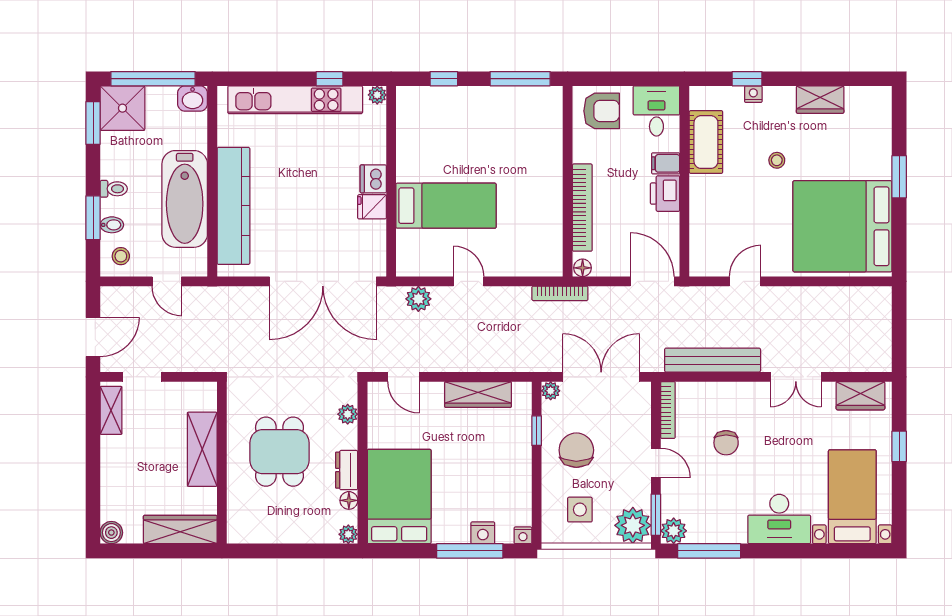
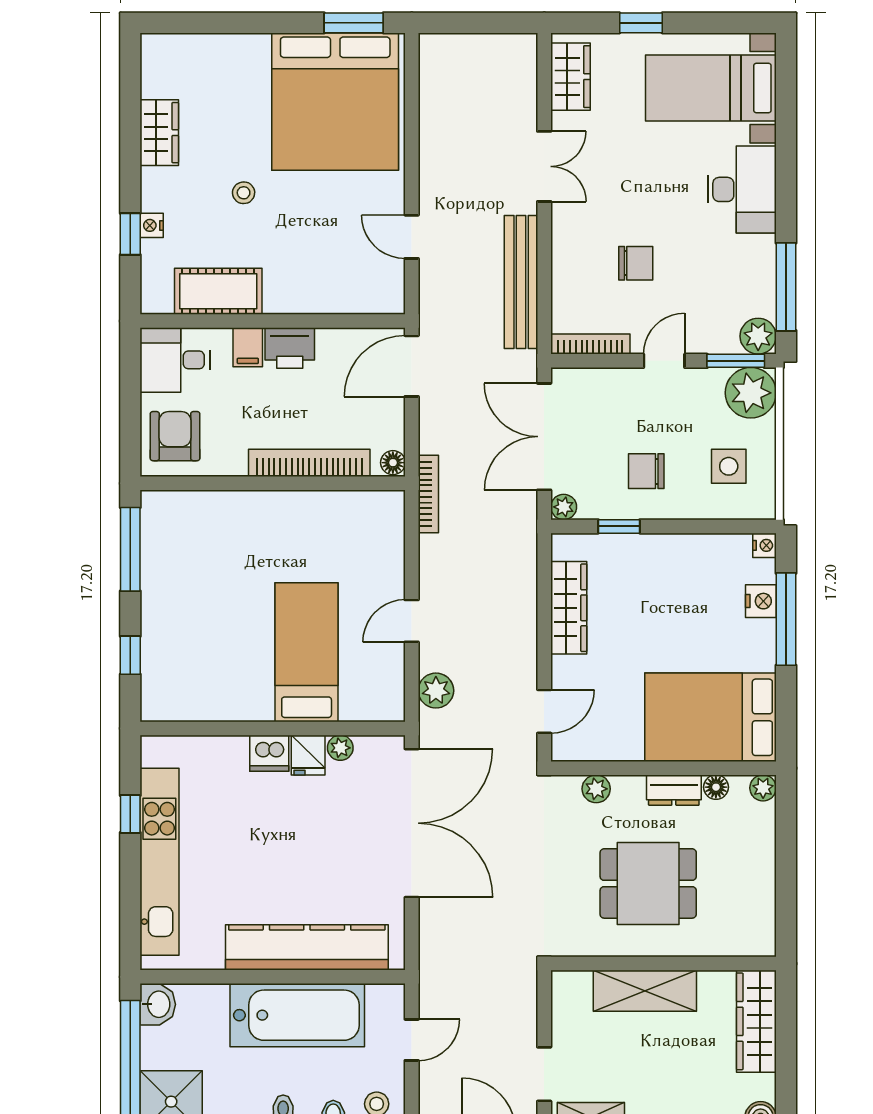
plant: (377, 95) -> (340, 748), moved
window: (899, 177) -> (354, 23), moved
chair: (576, 450) -> (646, 471), width x0.73, depth x0.73

